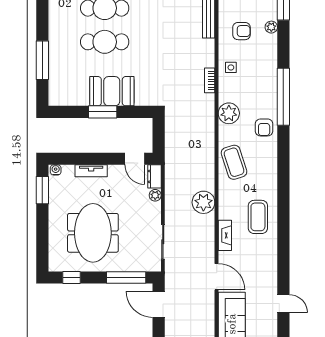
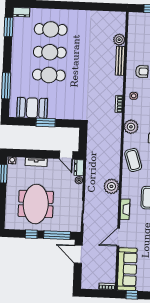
booth: (112, 91) -> (32, 108), moved
window: (71, 277) -> (31, 234), moved
door: (217, 277) -> (118, 237), swing flipped

